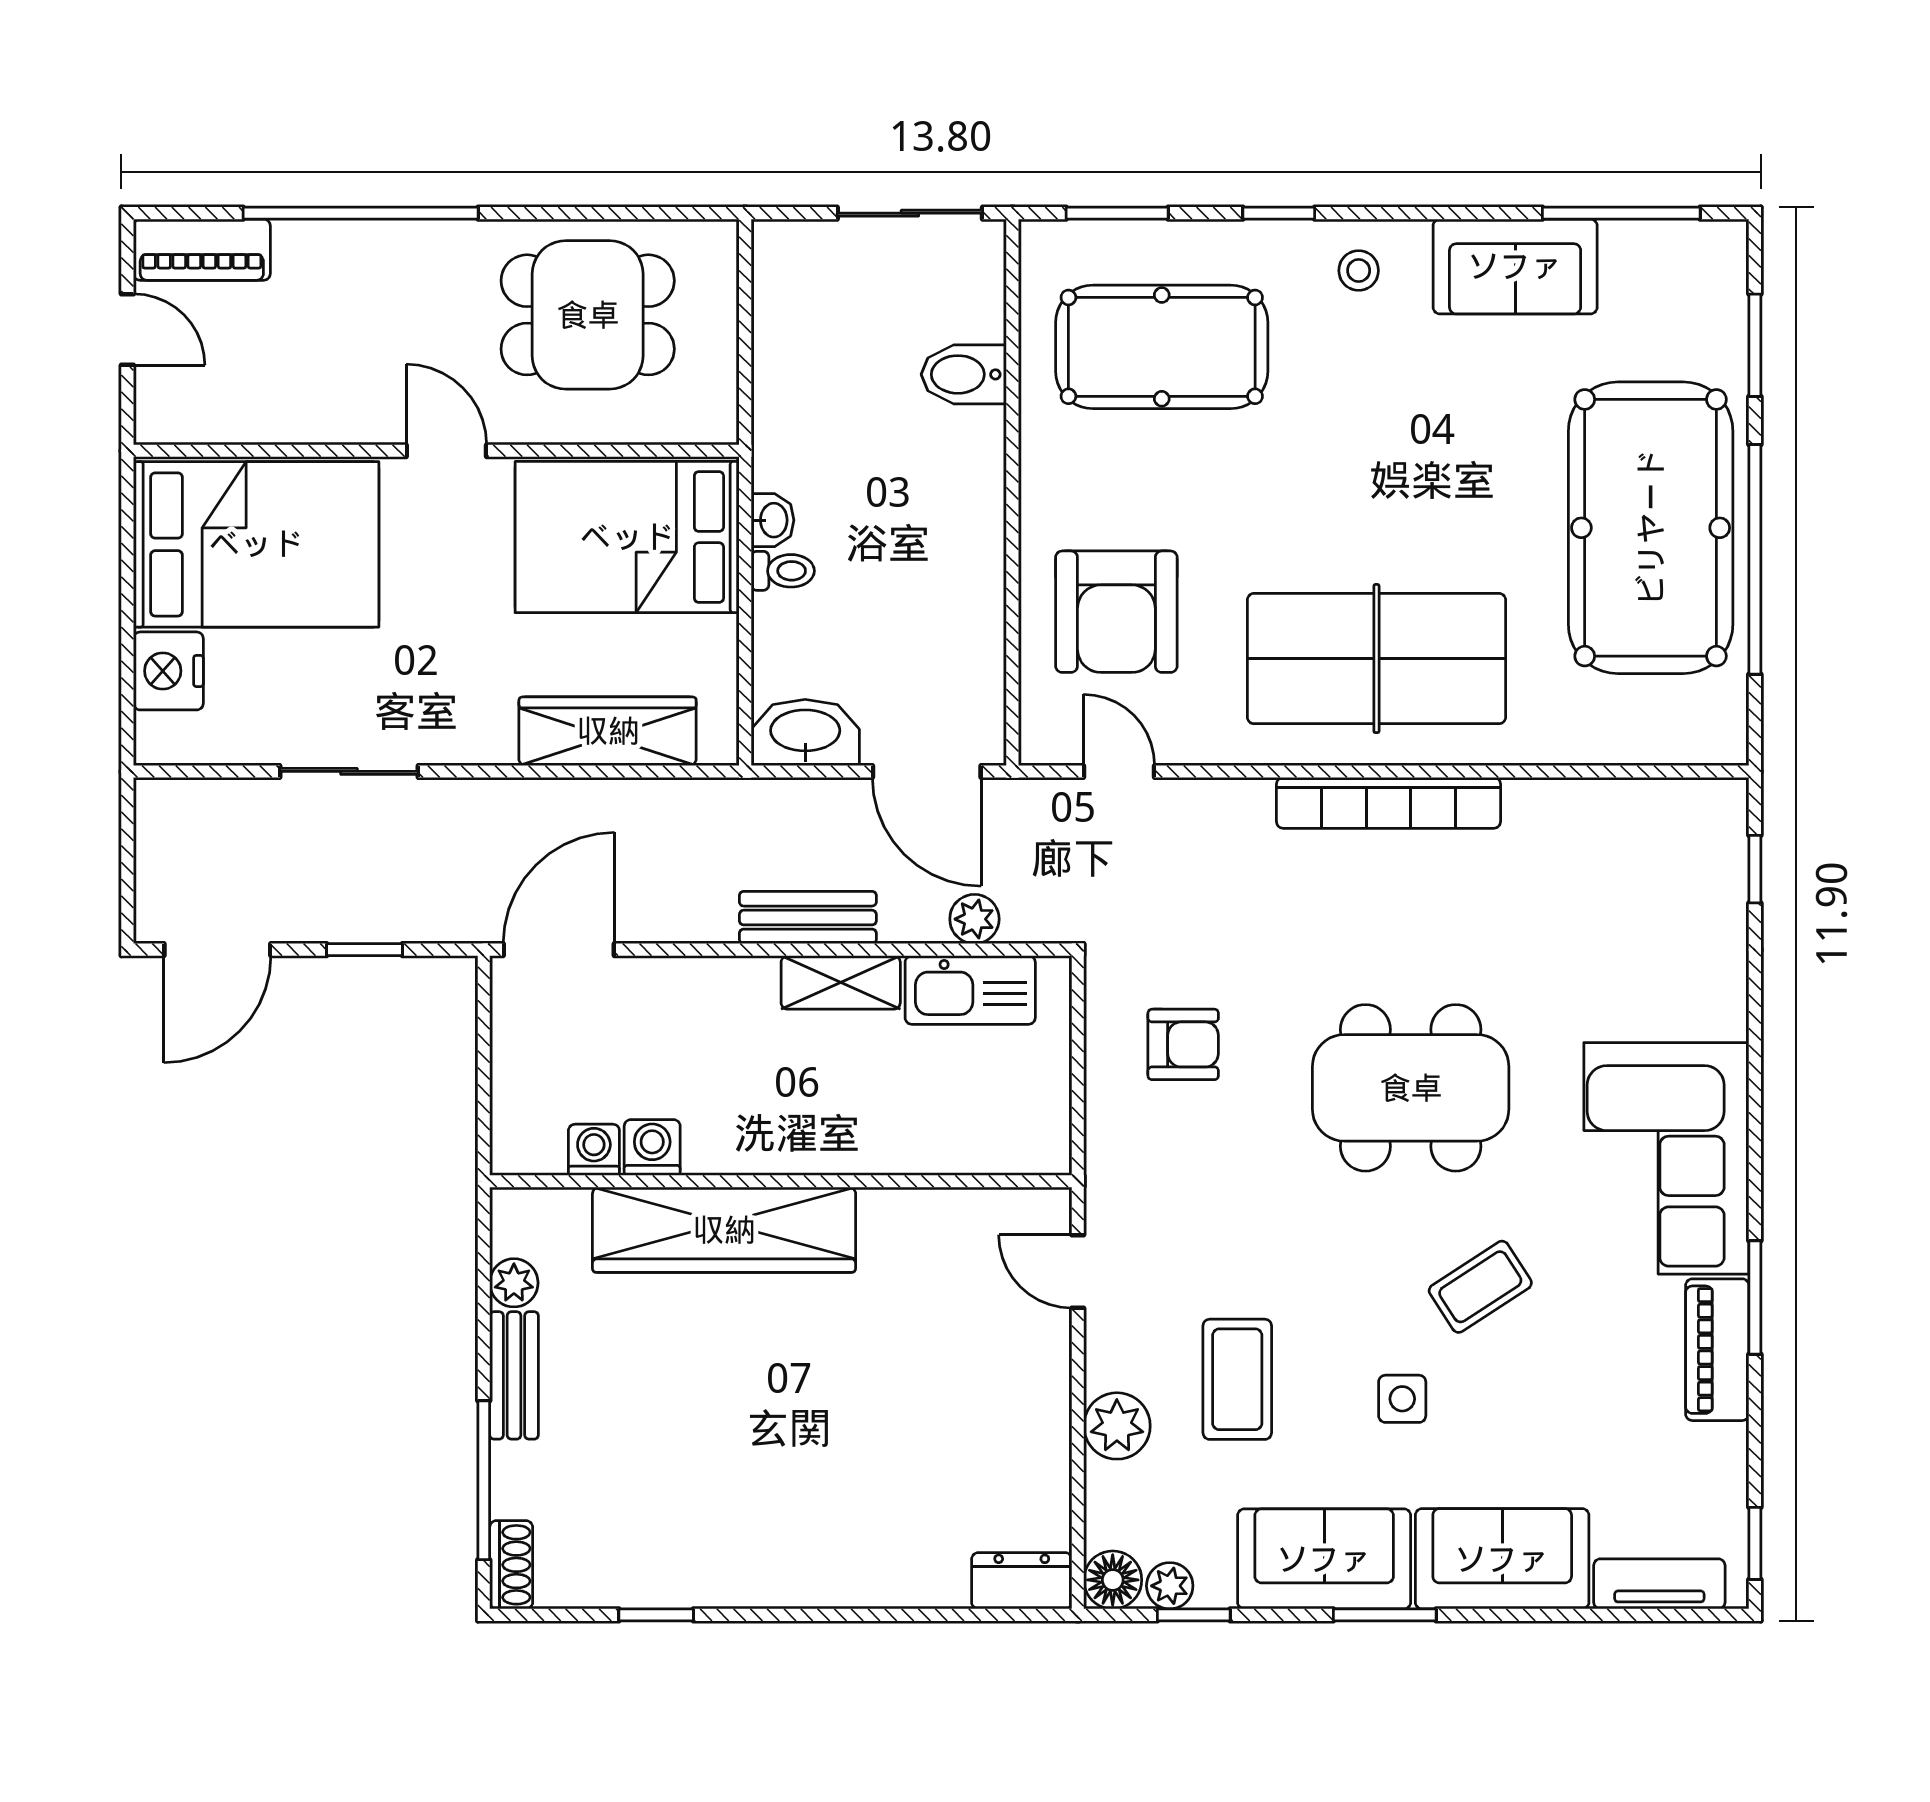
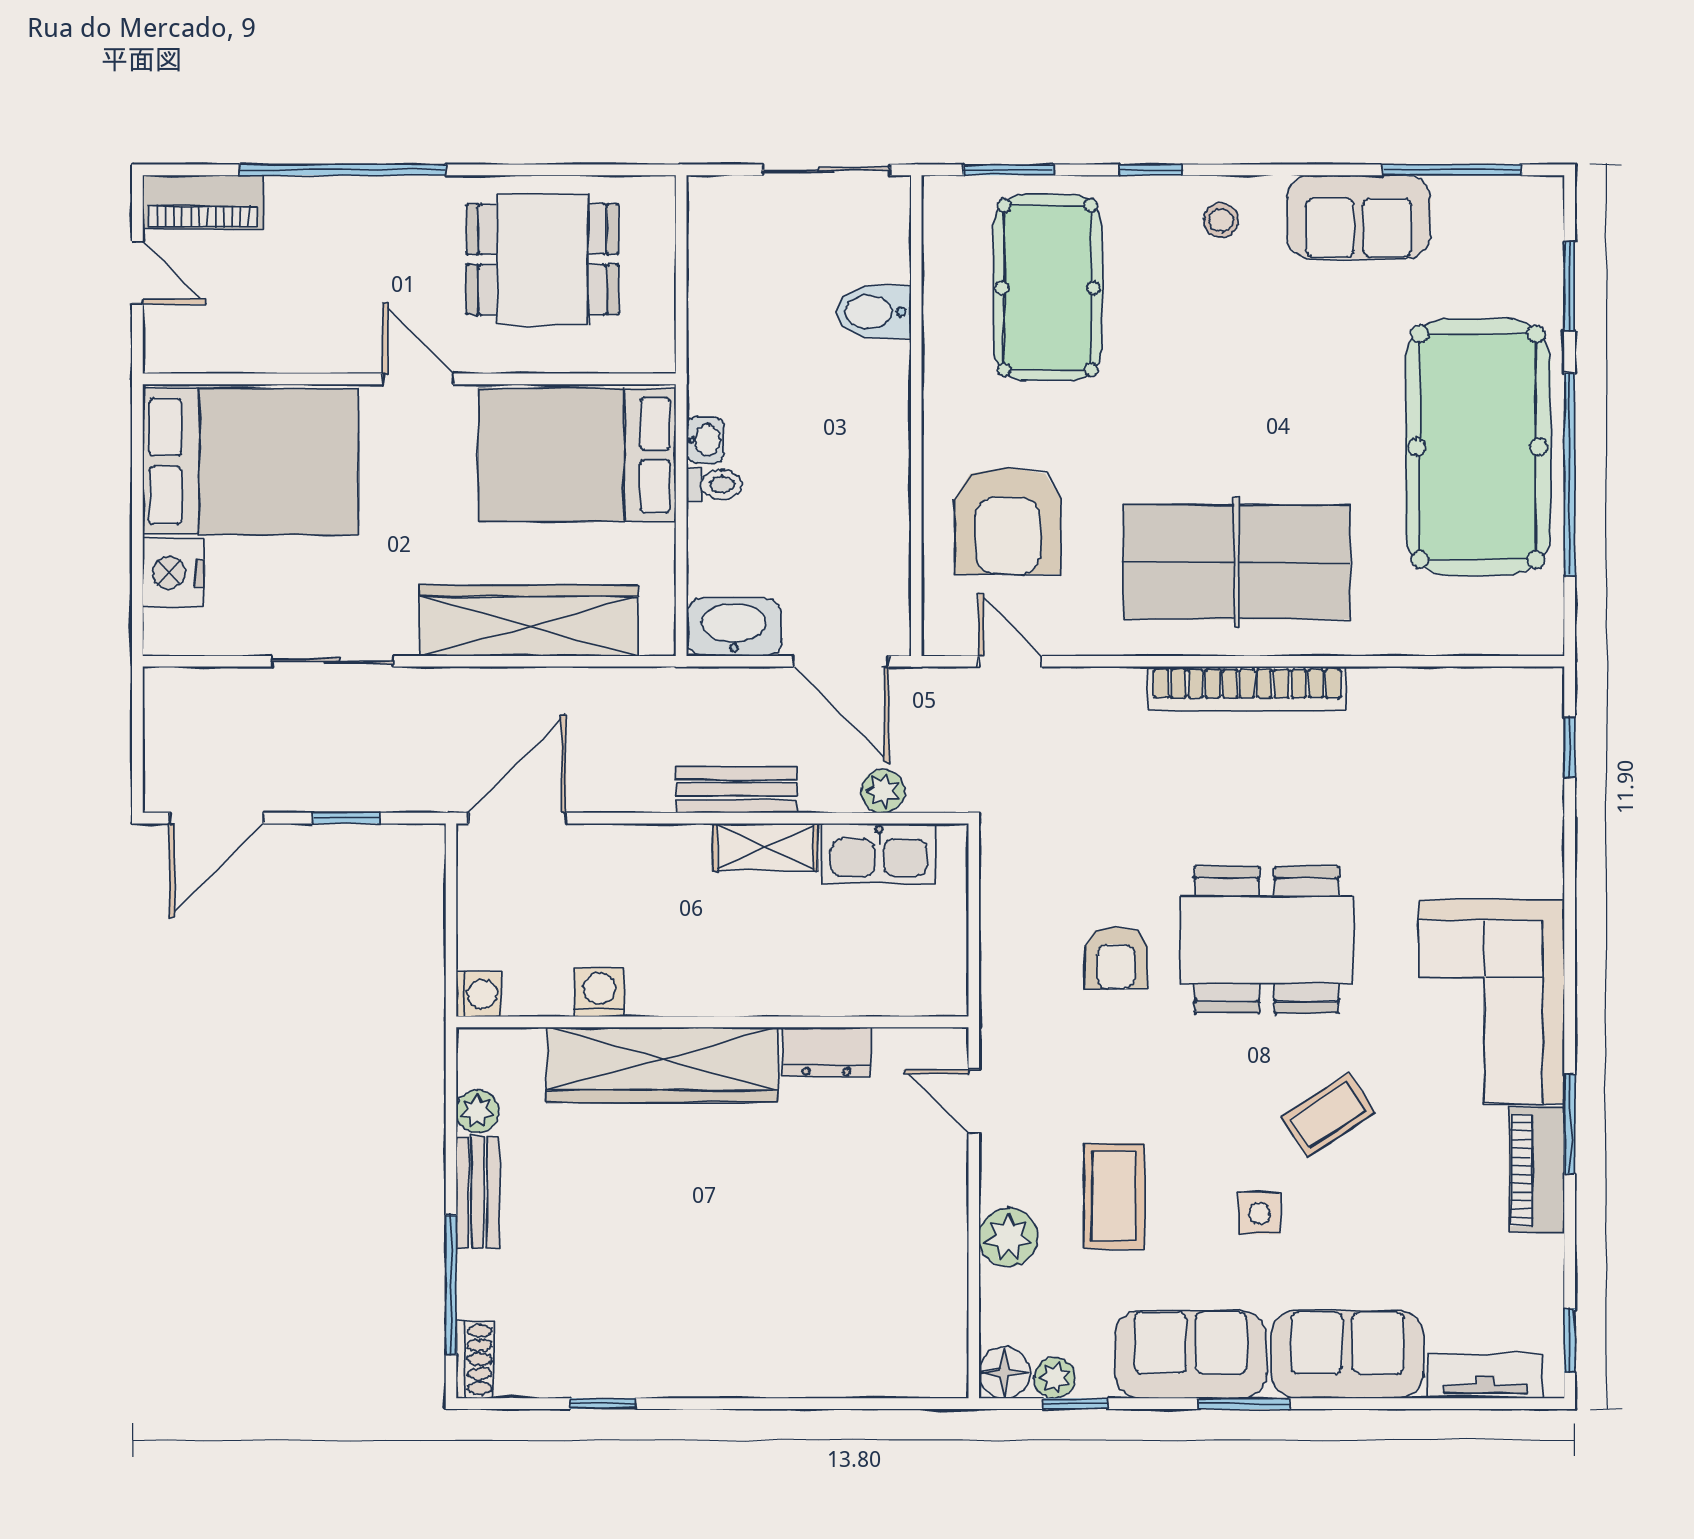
pool table: (1162, 347) -> (1048, 288), turned 90
wardrobe: (608, 731) -> (529, 621), width x1.40, depth x1.17
armchair: (1183, 1044) -> (1116, 958), moved, turned 90
washing machine: (594, 1150) -> (479, 994), moved, turned 90
dresser: (1022, 1581) -> (827, 1052), moved, turned 180

